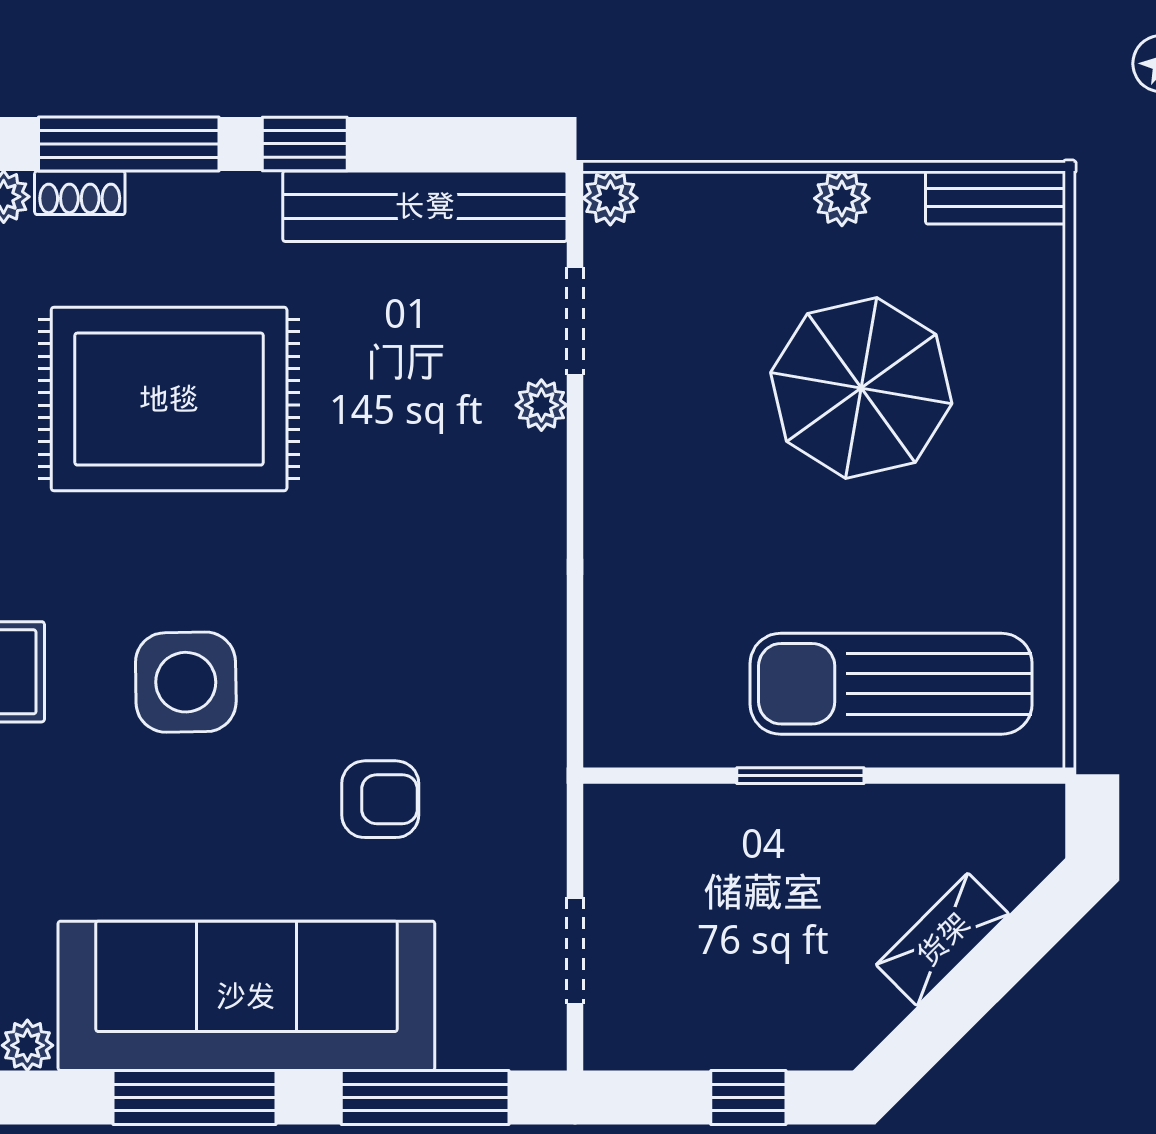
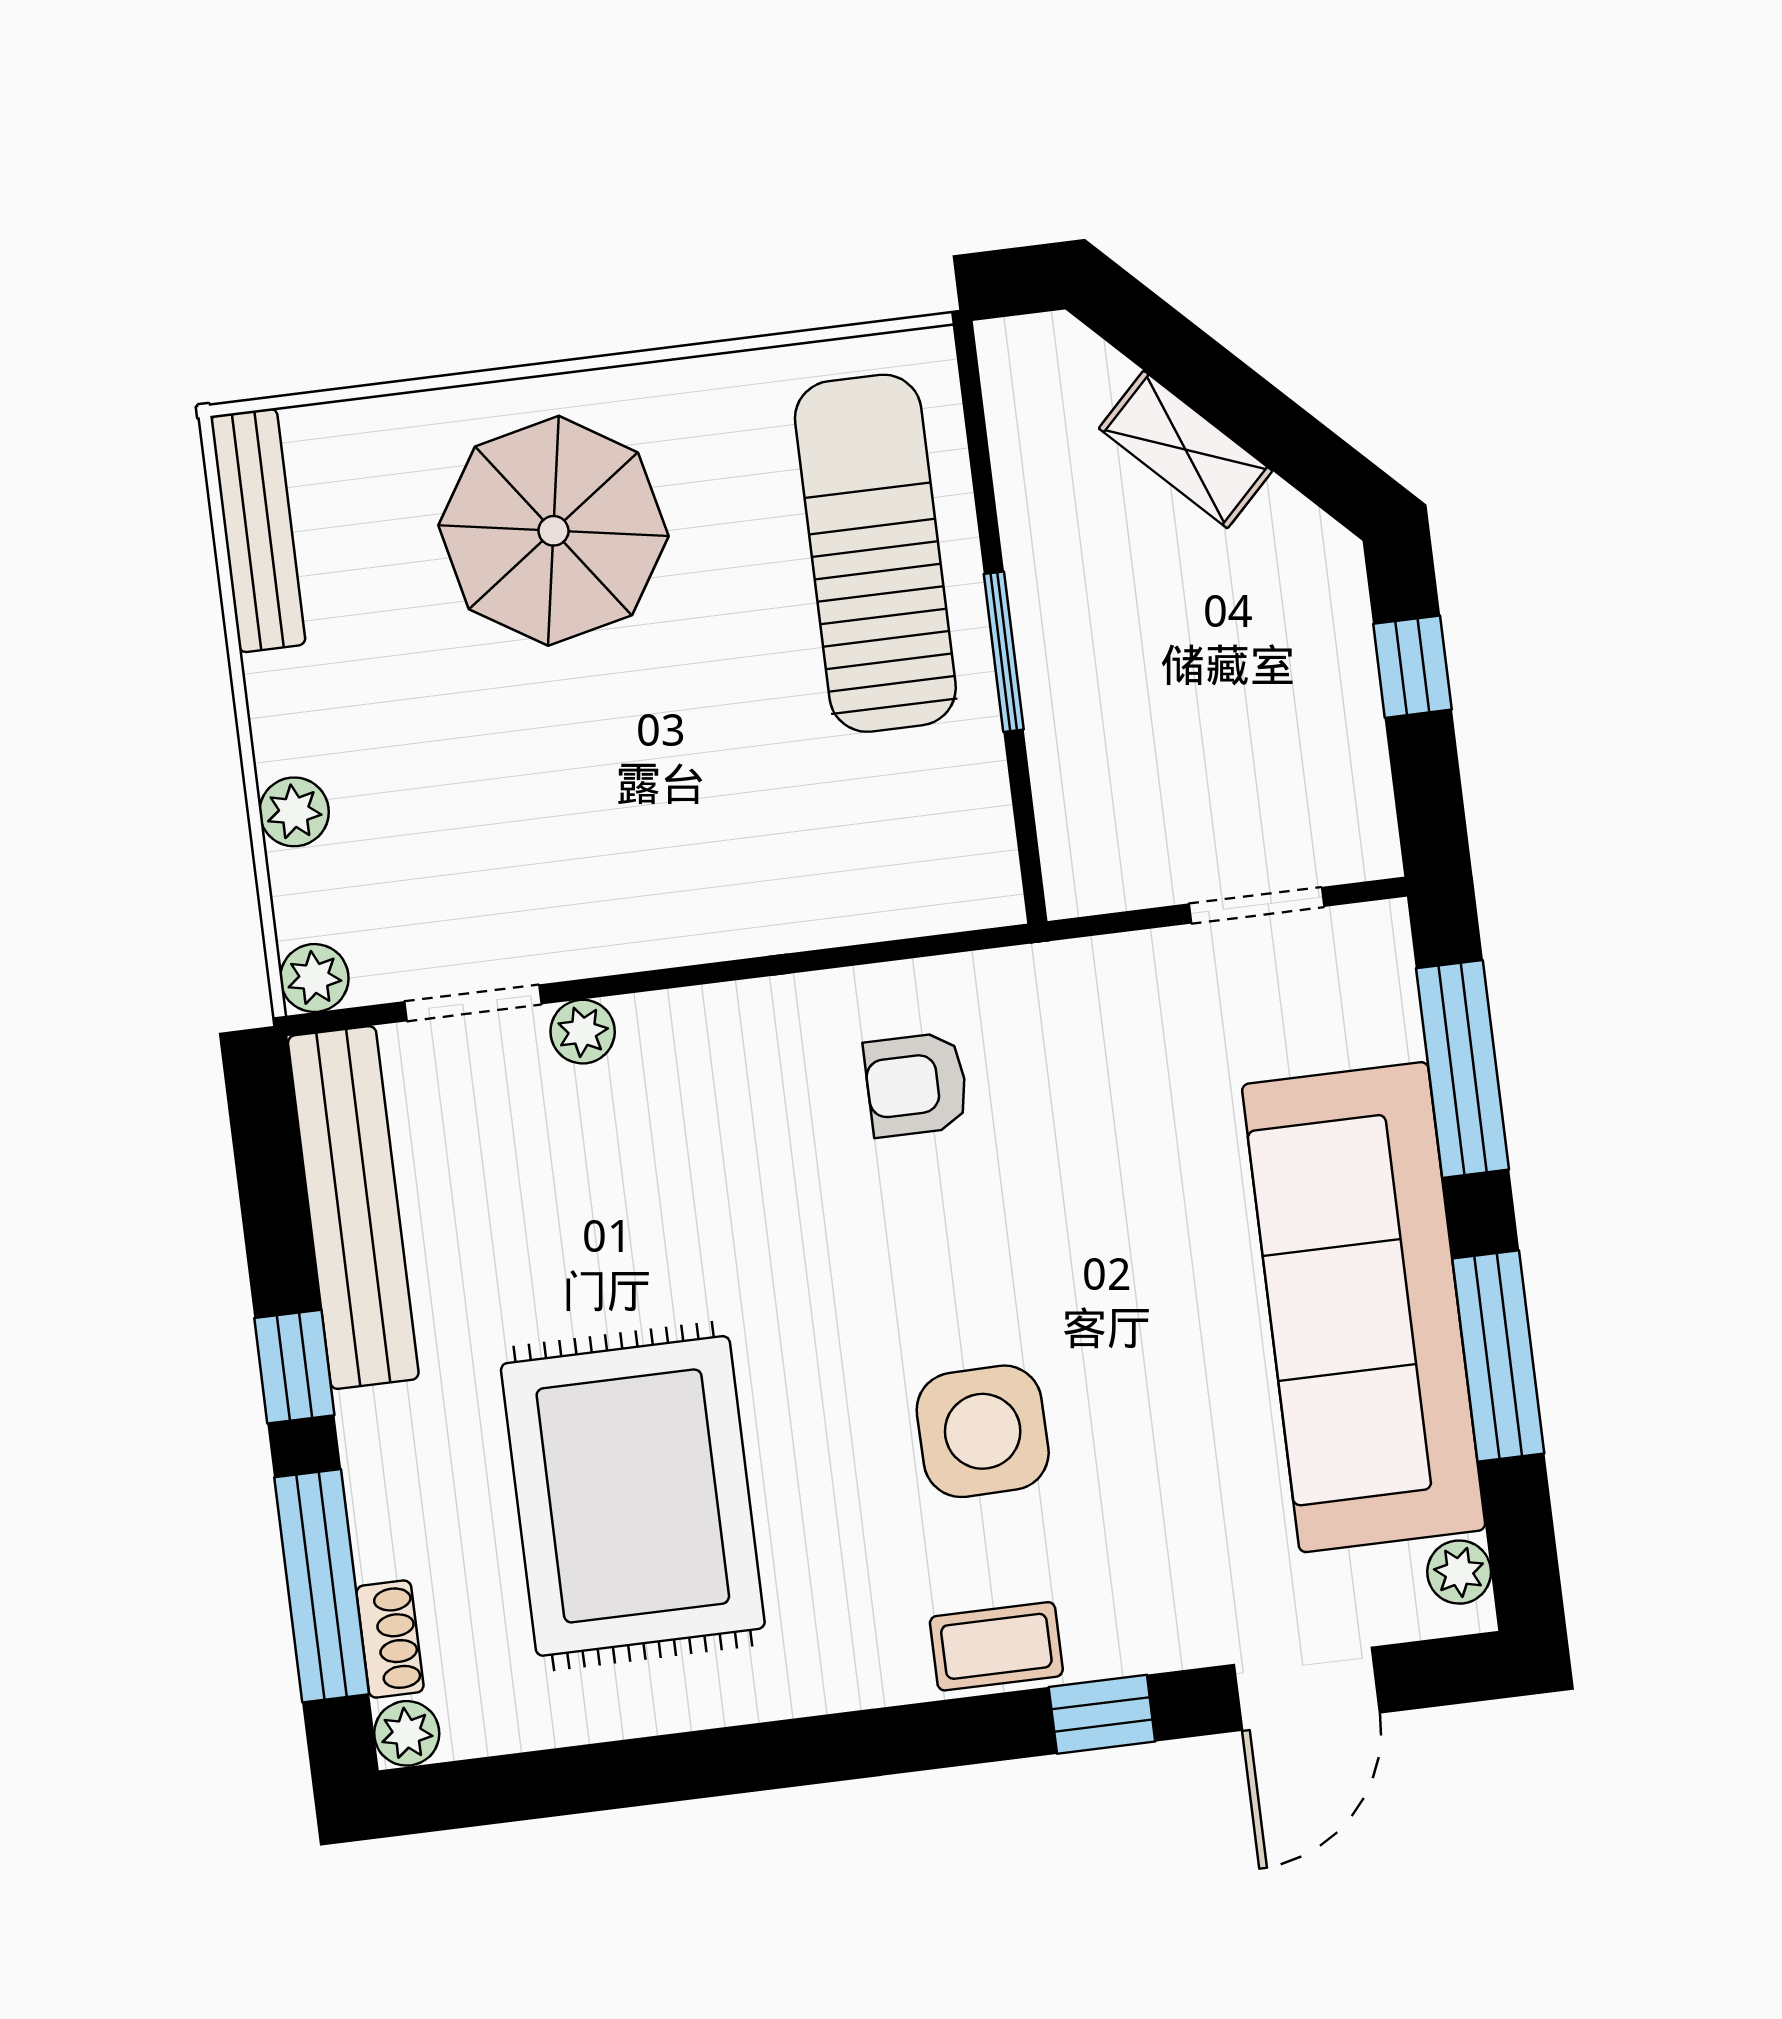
plant: (842, 198) -> (294, 812), moved
bench: (995, 198) -> (258, 530), width x1.36
parasol: (861, 388) -> (553, 531), moved
sun lounger: (891, 684) -> (875, 553), turned 180
armchair: (380, 799) -> (916, 1085), moved, turned -90

